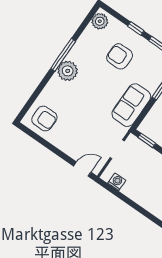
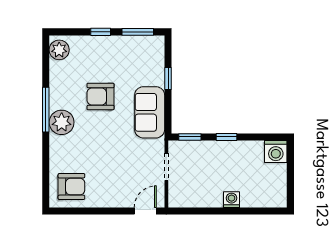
armchair: (120, 56) -> (101, 96), moved
washing machine: (117, 182) -> (231, 200), moved

